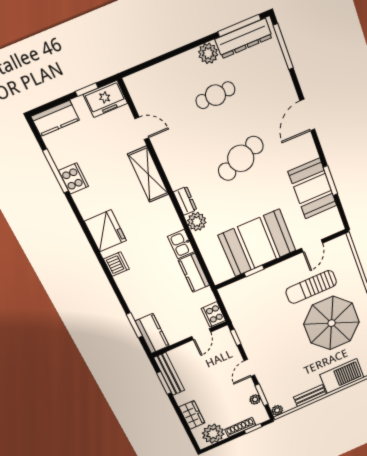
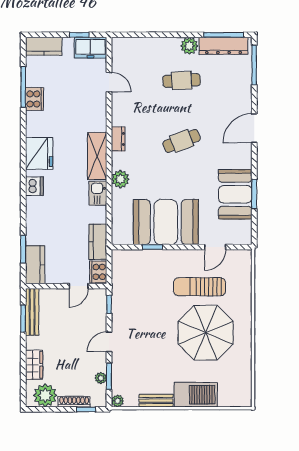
cafe table: (241, 158) -> (182, 141), width x0.73, depth x0.74
shelving: (148, 174) -> (97, 156), moved
dresser: (185, 201) -> (118, 139), moved
kitchen counter: (194, 273) -> (98, 242), moved

